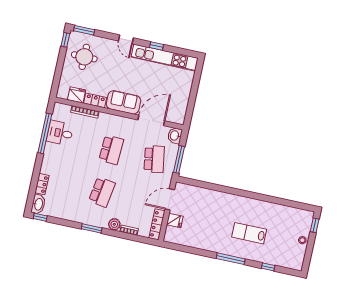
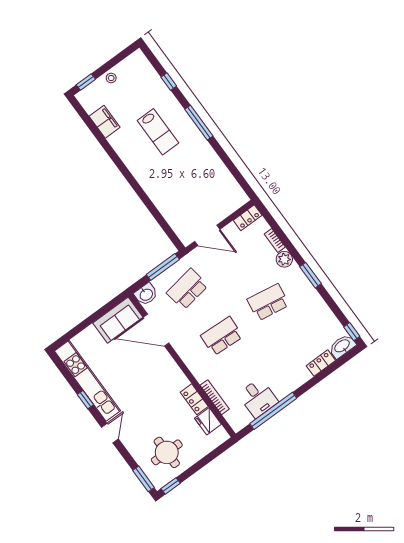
sofa: (123, 102) -> (118, 320), moved, turned -90
filing cabinet: (284, 212) -> (105, 122), added
fridge: (175, 221) -> (221, 210), removed
locker: (157, 224) -> (248, 218), width x0.66

